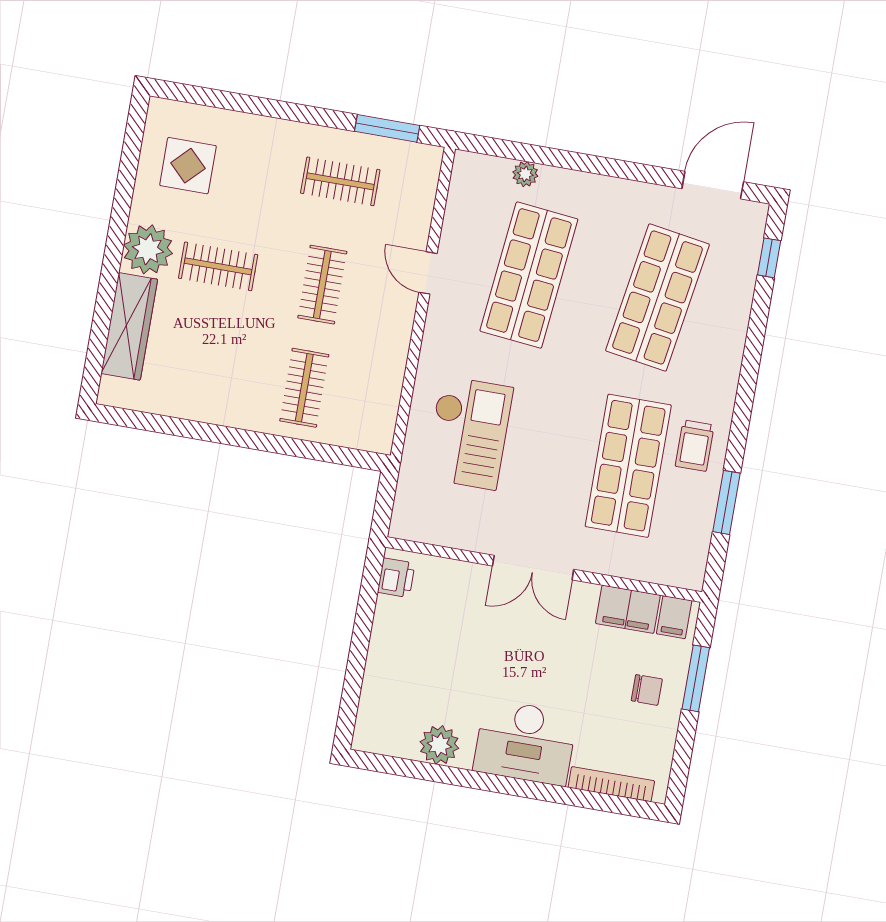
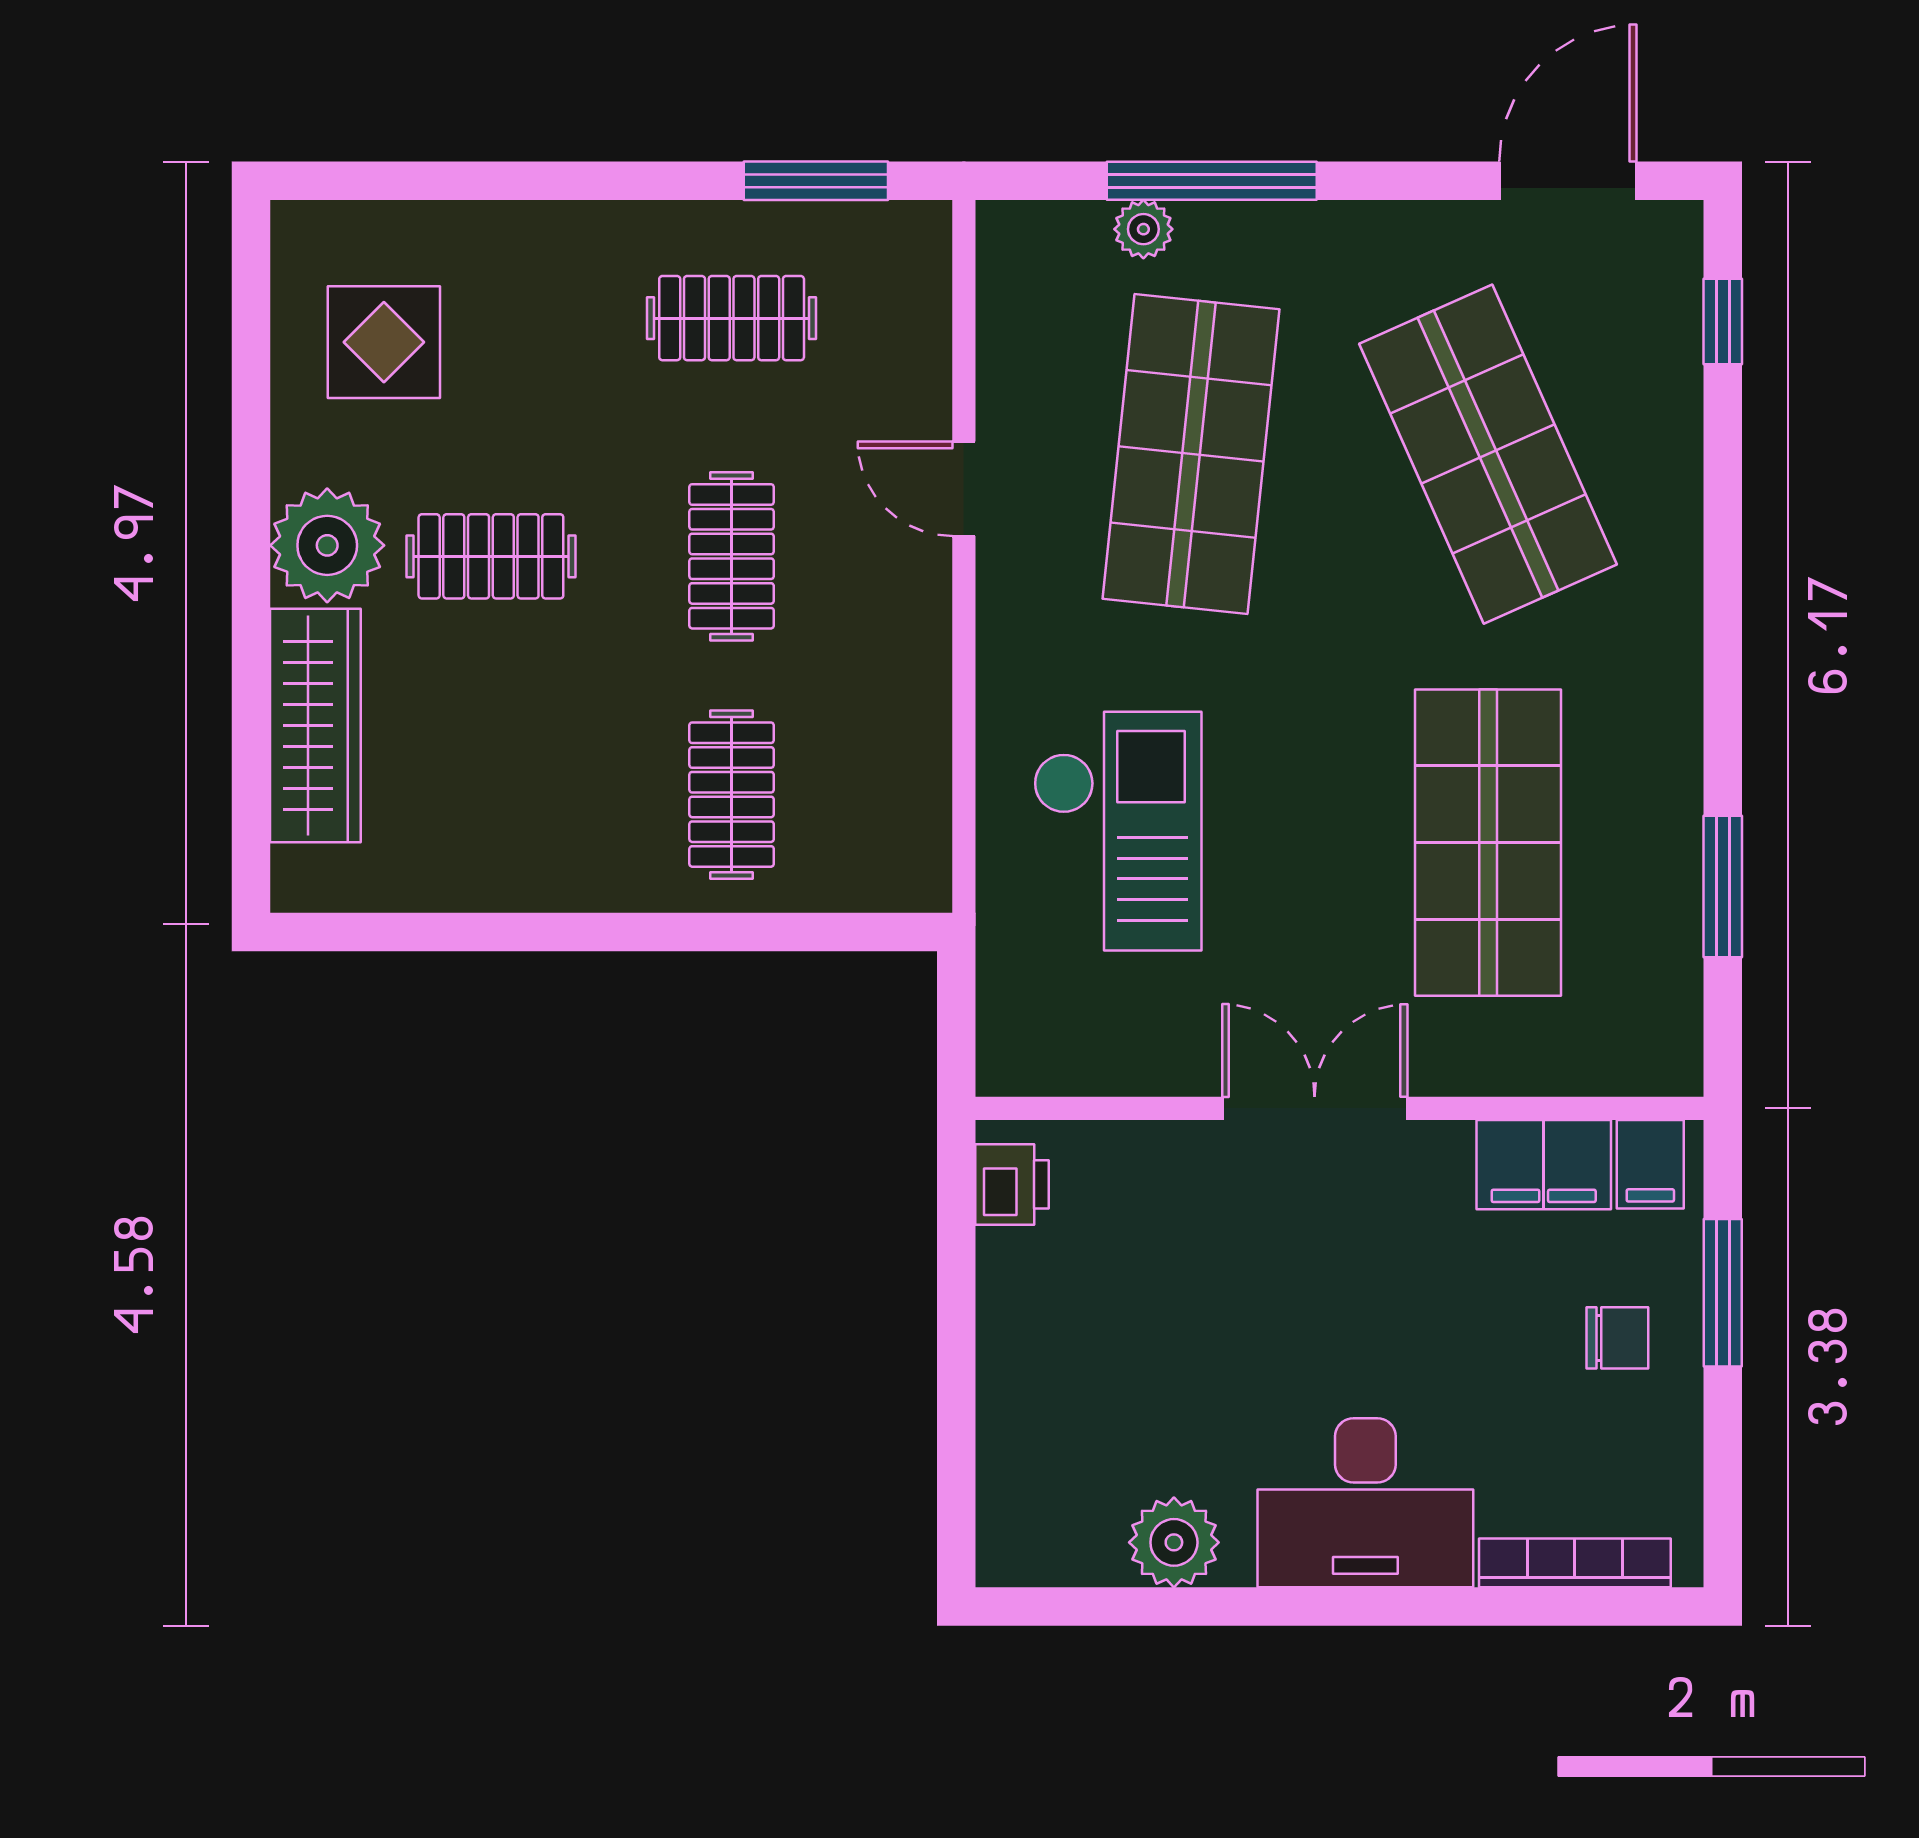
window: (559, 158) -> (1212, 181), added
shop shelf: (658, 297) -> (1488, 454), turned -33
trolley: (695, 446) -> (1629, 772), removed
double door: (533, 568) -> (1315, 1108), swing flipped

